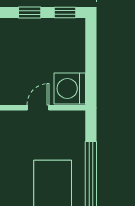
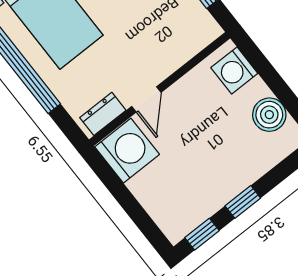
dresser: (67, 118) -> (103, 114), added

